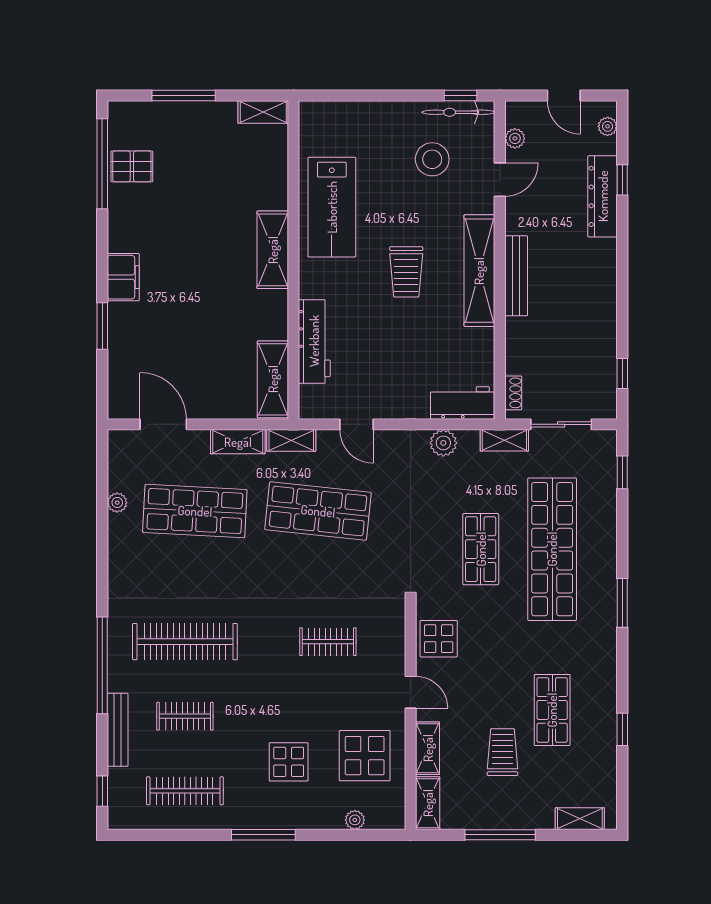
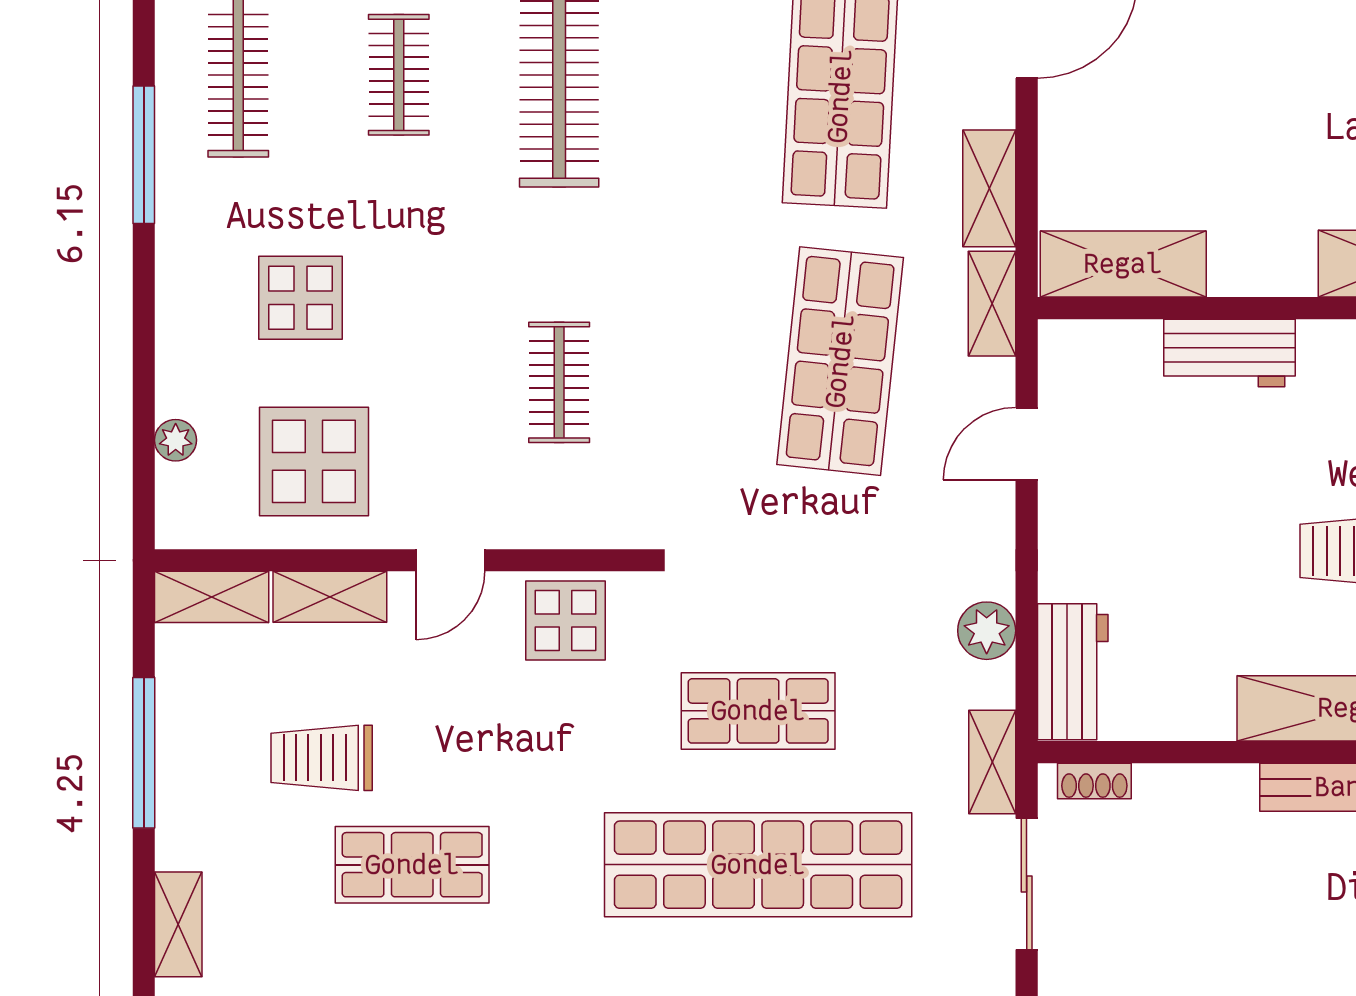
workbench: (314, 341) -> (1229, 353), width x0.73
trolley: (502, 752) -> (322, 758), turned 180
window: (263, 835) -> (144, 155), moved

